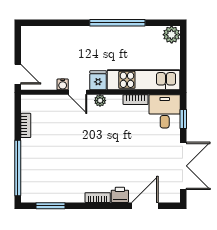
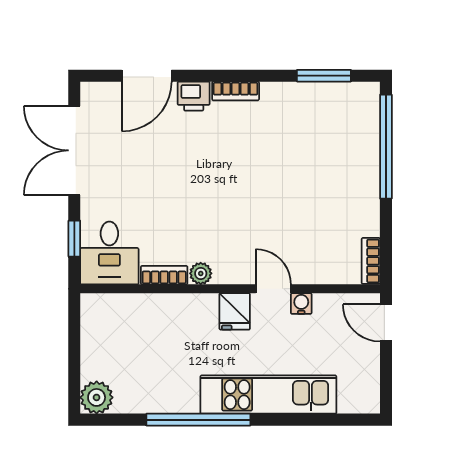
kitchen unit: (144, 80) -> (268, 395), moved, turned 180
plant: (100, 101) -> (201, 273), moved
bookcase: (26, 125) -> (371, 261), moved

